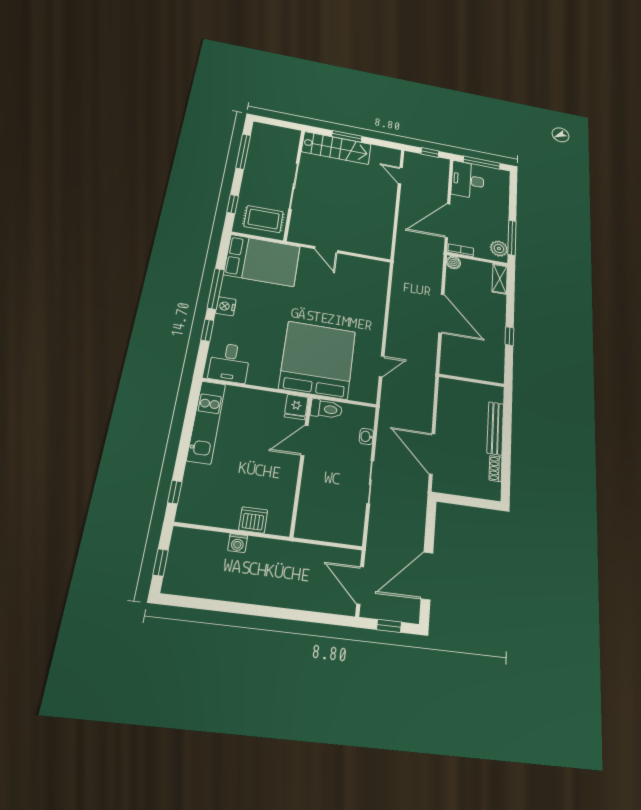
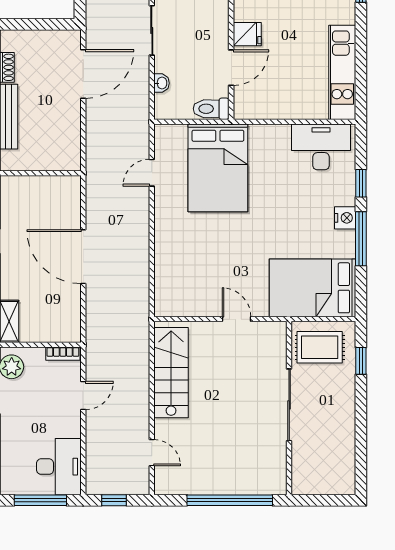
window: (347, 136) -> (230, 500), width x2.11
stairs: (336, 148) -> (171, 373), moved, turned 90
window: (243, 152) -> (361, 443), removed
door: (448, 221) -> (83, 395), width x0.53
boiler: (453, 263) -> (72, 333), removed
bed: (318, 360) -> (218, 168), width x0.73
desk: (229, 363) -> (321, 147), width x1.37
fridge: (296, 407) -> (247, 34), moved, turned 90
door: (432, 454) -> (83, 74), hinge flipped

